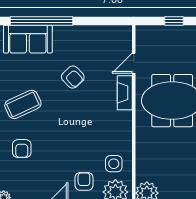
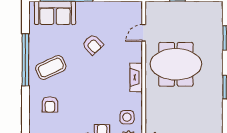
fireplace: (125, 93) -> (136, 77), moved

